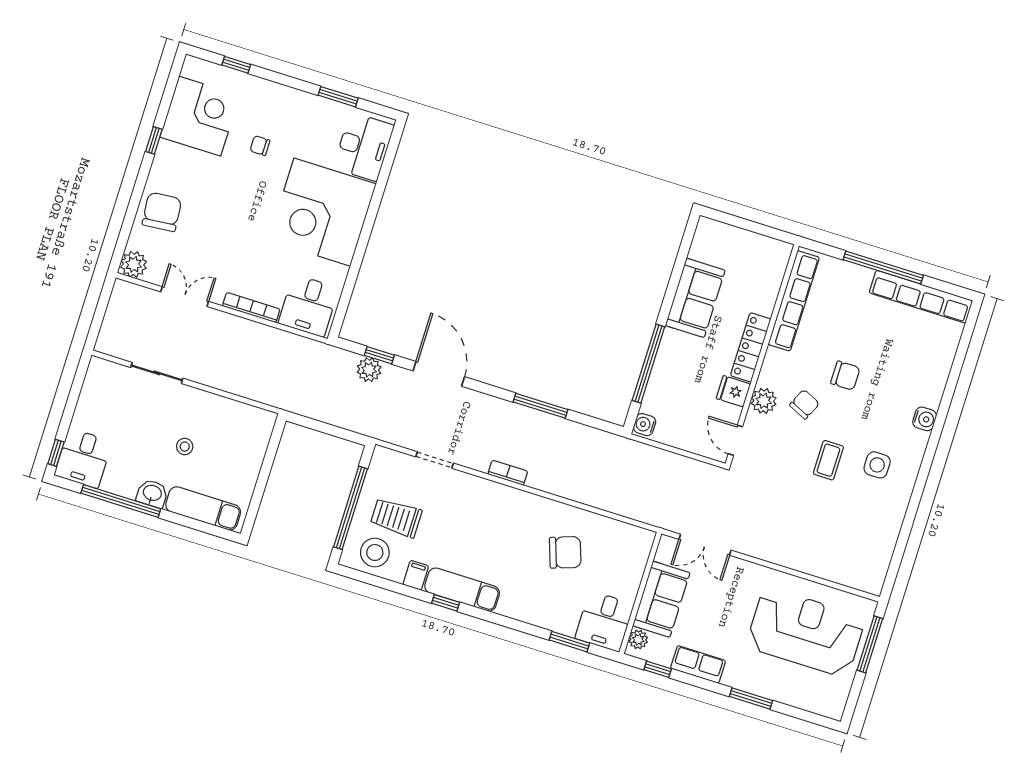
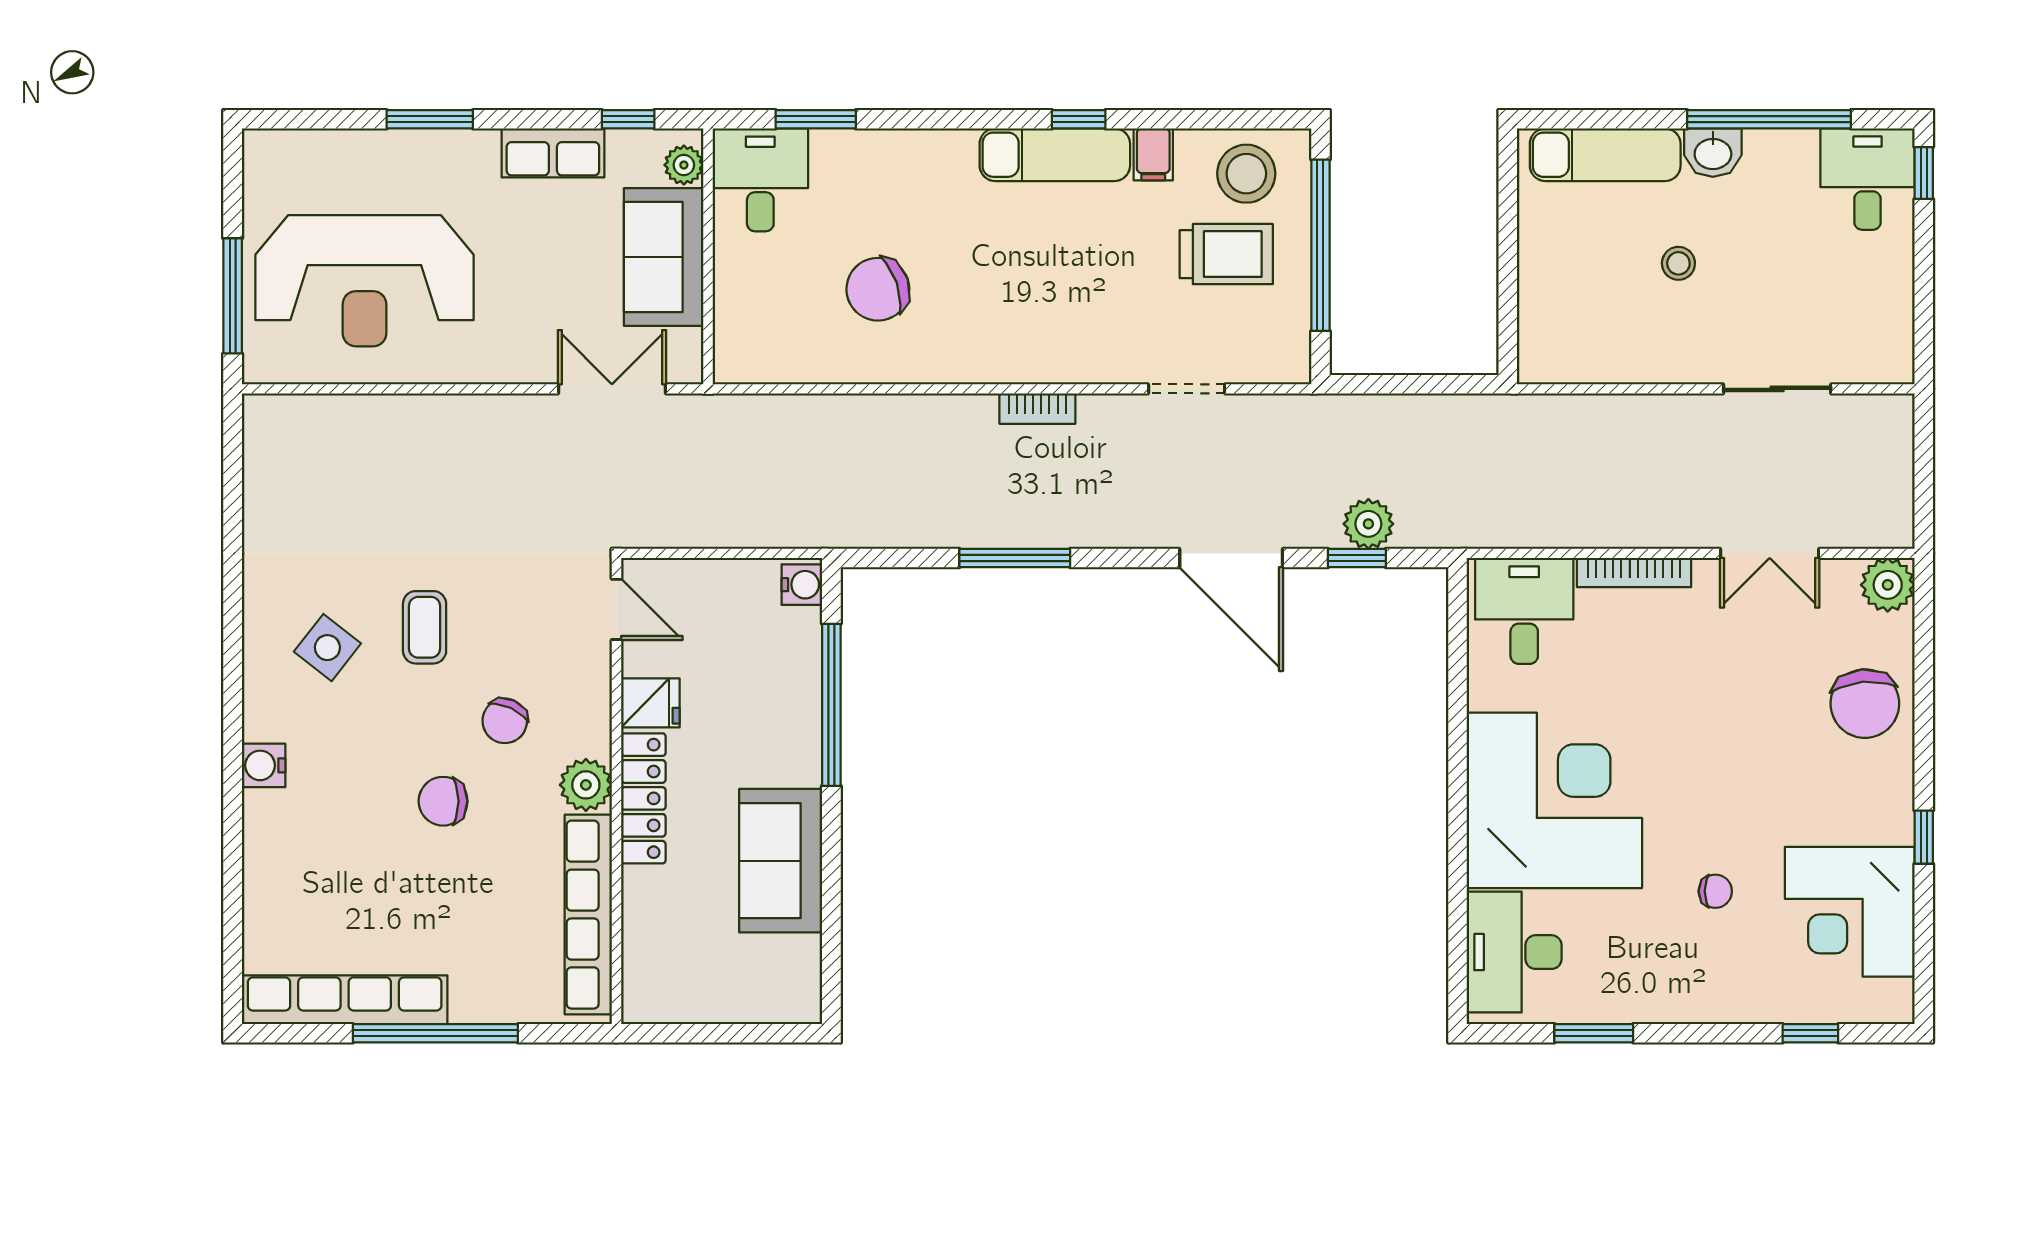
plant: (764, 401) -> (586, 785), moved
side table: (877, 465) -> (327, 648), turned 38

